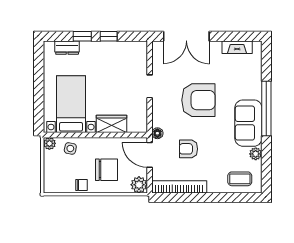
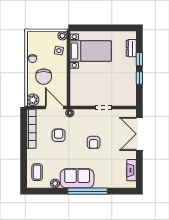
armchair: (198, 100) -> (94, 142), width x0.53, depth x0.53
wardrobe: (111, 124) -> (76, 80), removed
door: (150, 155) -> (54, 107), hinge flipped

